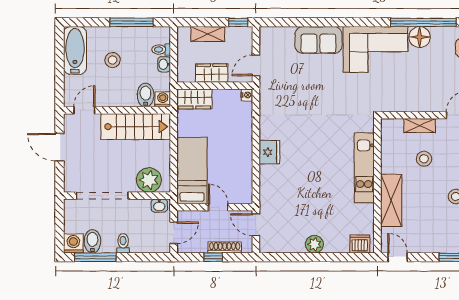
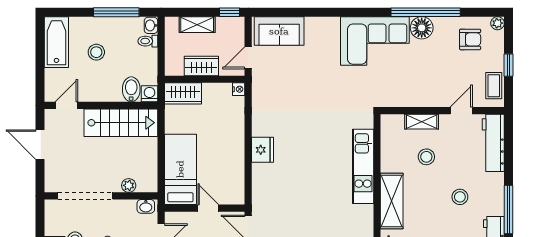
sofa: (318, 40) -> (279, 31), moved
washbasin: (164, 64) -> (151, 25), moved
plant: (149, 180) -> (129, 185), width x0.53, depth x0.53

